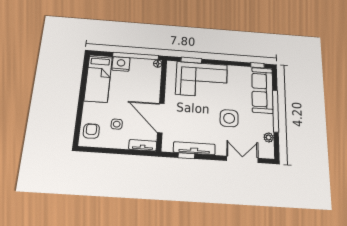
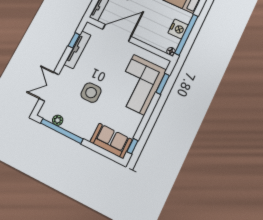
nightstand: (121, 64) -> (178, 29), moved
sofa: (262, 90) -> (111, 141), width x0.73
window: (276, 111) -> (62, 131), moved
double door: (242, 159) -> (49, 87), swing flipped

